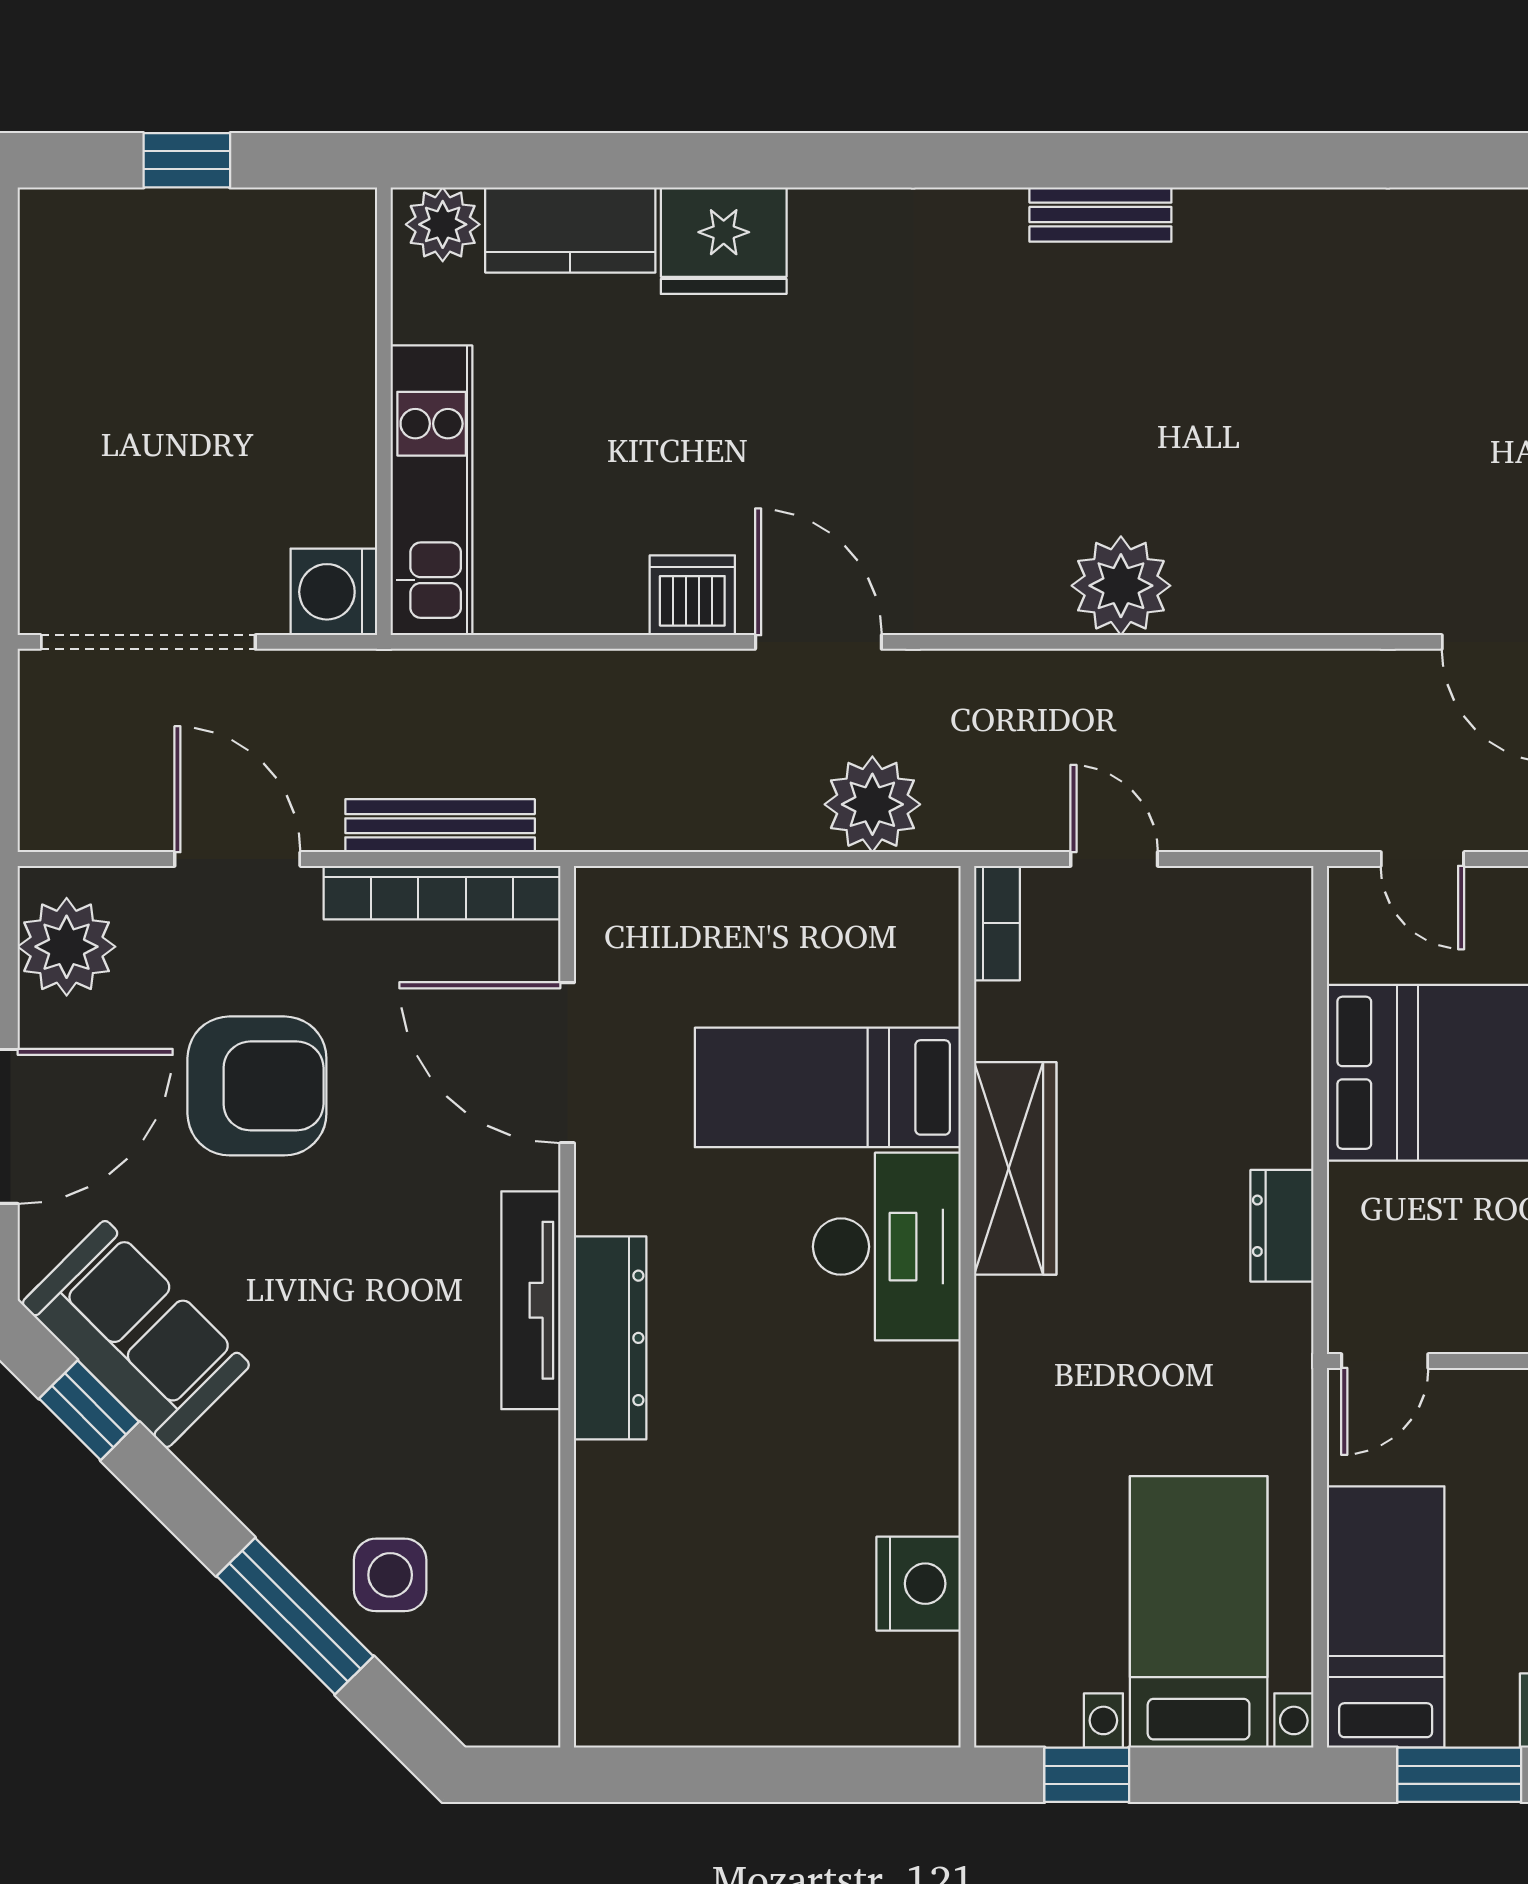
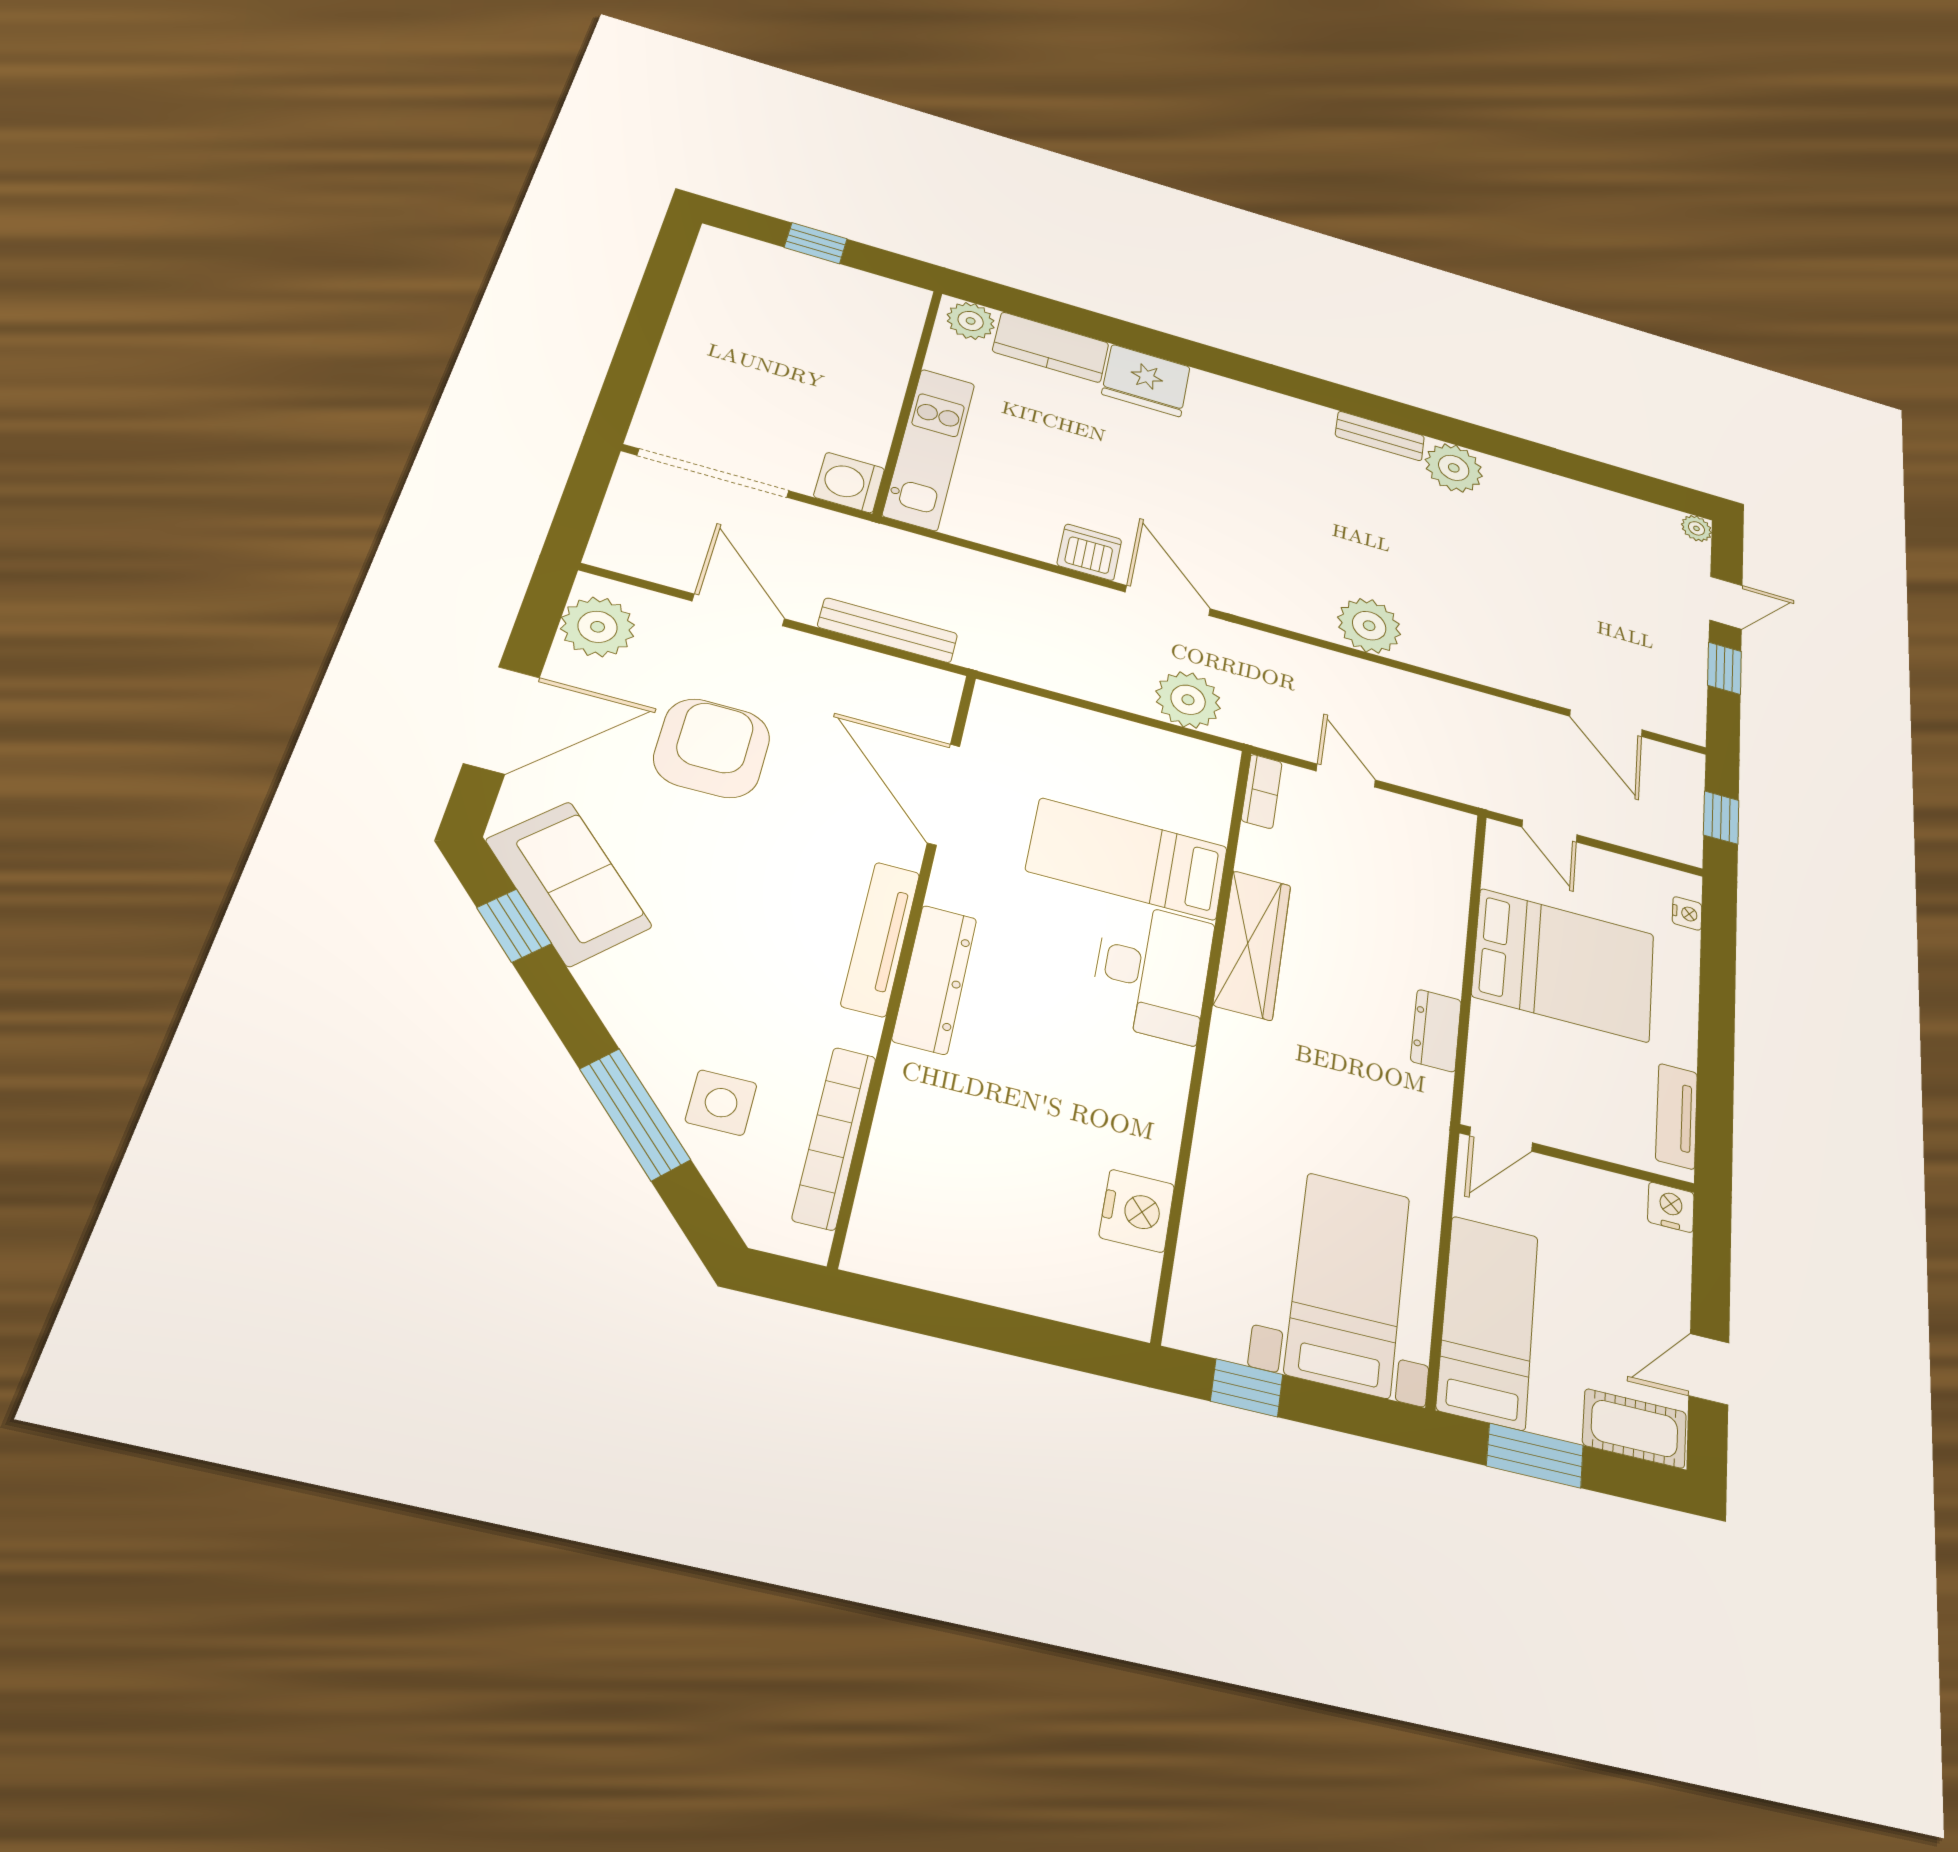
plant: (1225, 235) -> (1454, 468), added
bookcase: (442, 893) -> (835, 1137), moved, turned 90
armchair: (257, 1086) -> (712, 748), turned -90

